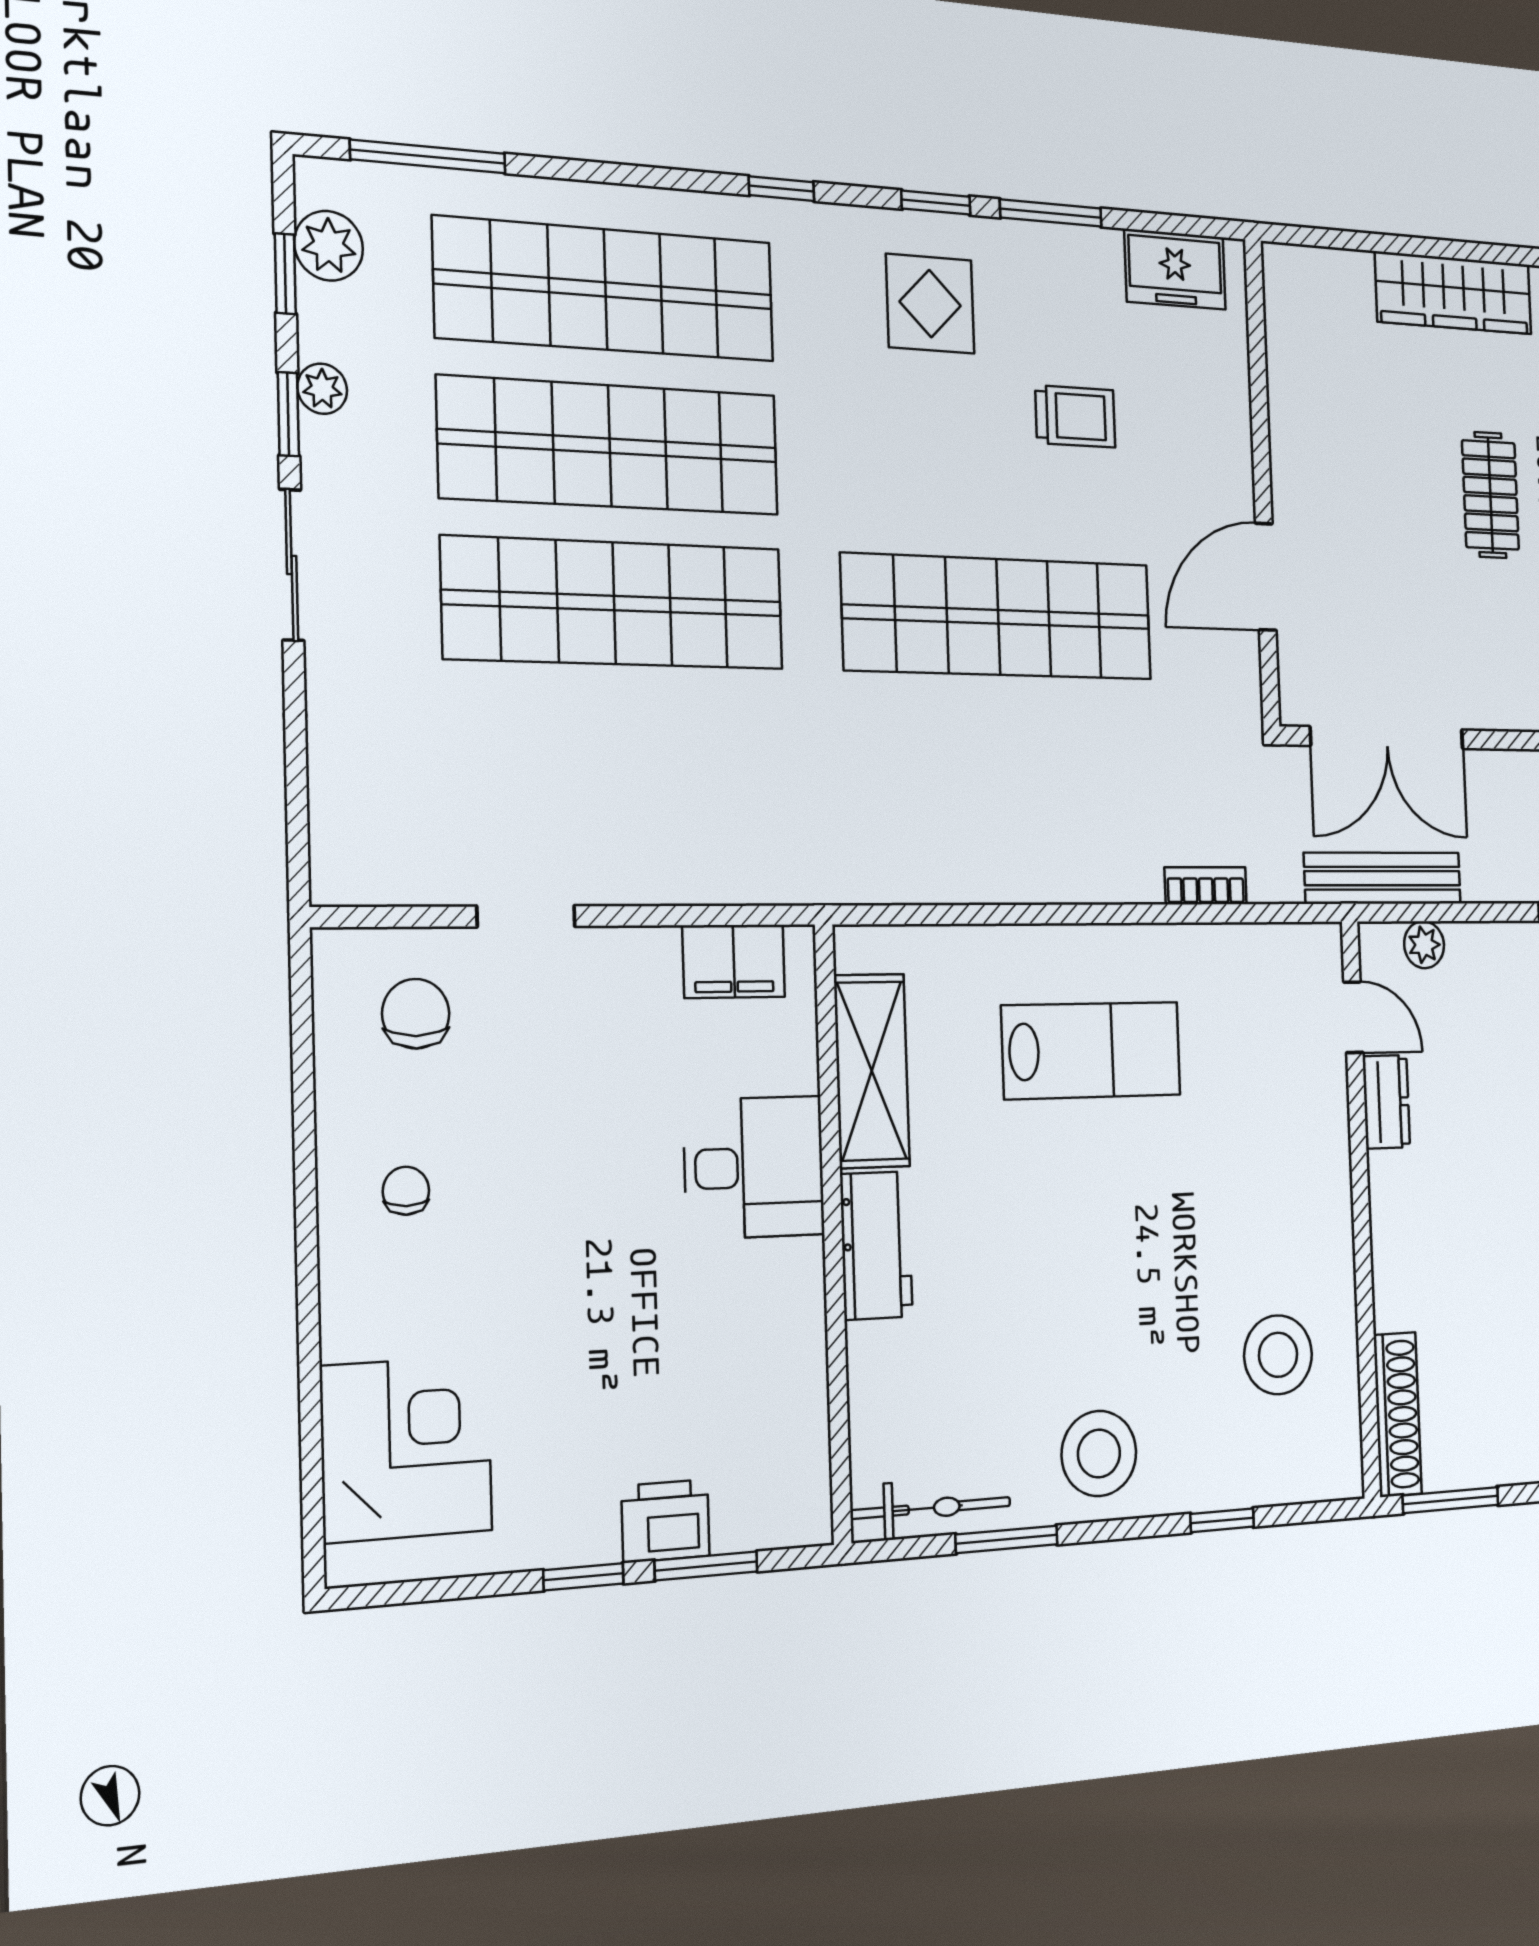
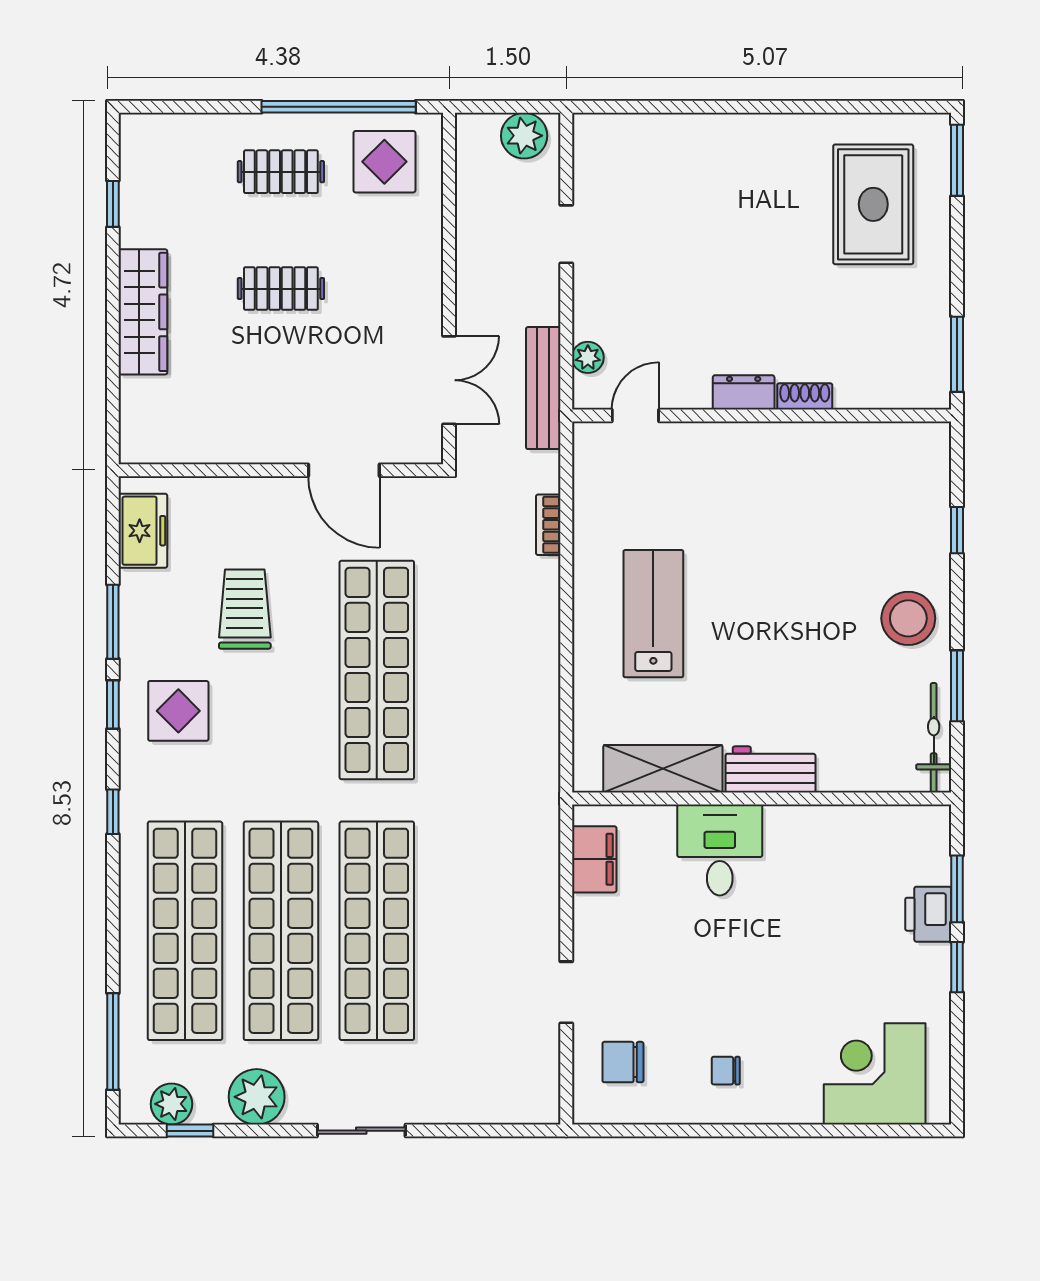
plant: (322, 389) -> (257, 1097), width x1.88, depth x1.88
window: (288, 414) -> (273, 1131), removed
trolley: (1075, 416) -> (245, 609), width x1.36, depth x1.39
double door: (1387, 738) -> (449, 380), width x0.73
dresser: (1386, 1102) -> (744, 392), moved
stool: (1278, 1355) -> (854, 483), removed
shoe rack: (1398, 1414) -> (805, 396), moved, width x0.51, depth x0.81

